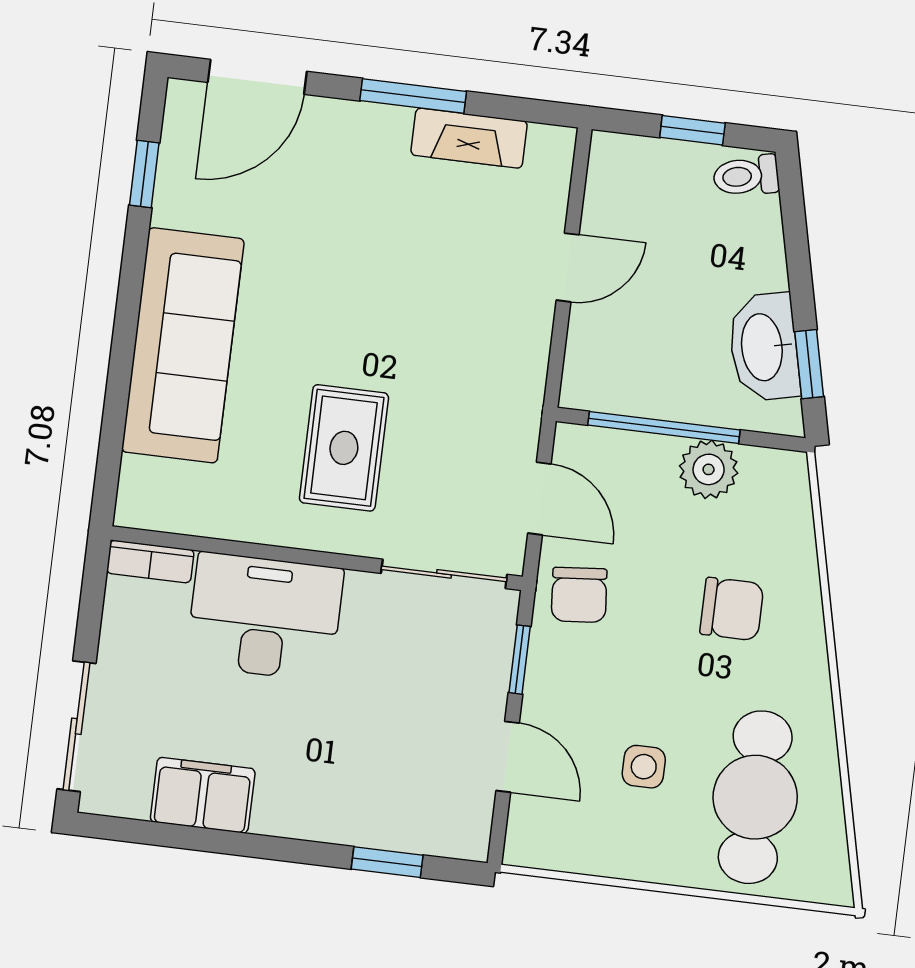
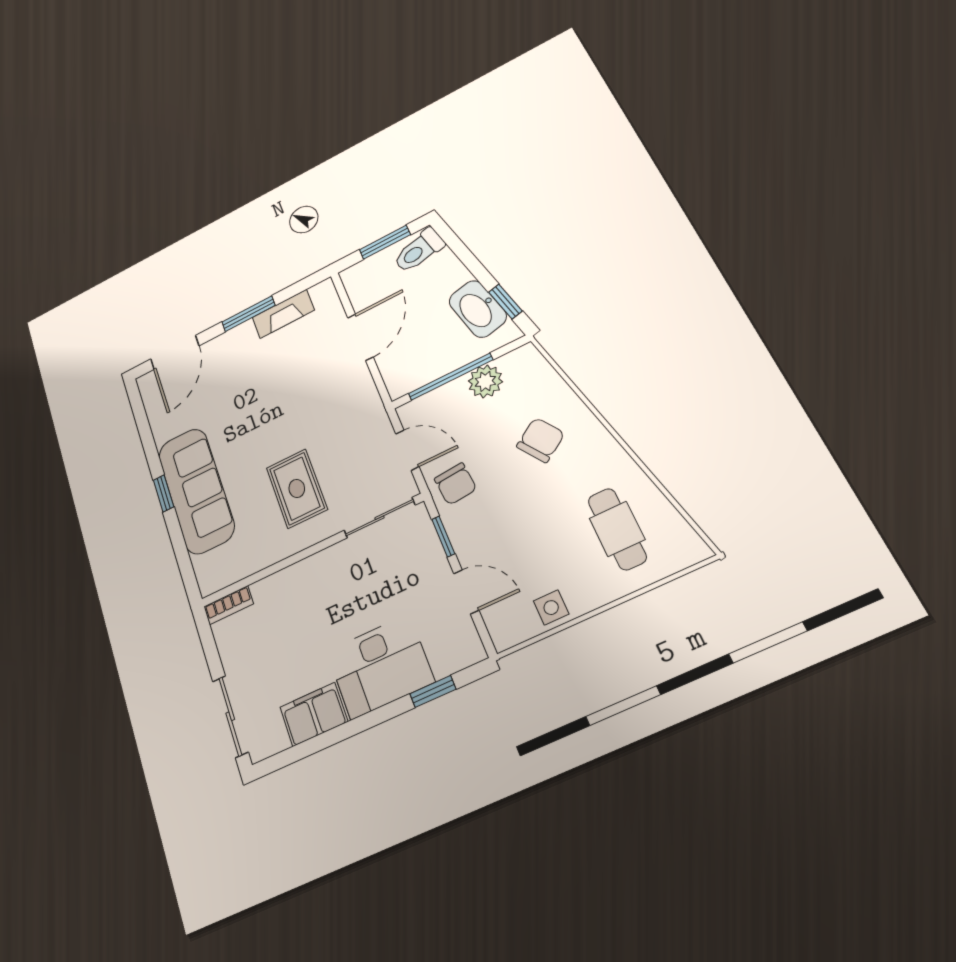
window: (692, 130) -> (385, 242), width x1.50
window: (144, 174) -> (164, 493), moved
toilet: (746, 176) -> (419, 251), width x1.37, depth x1.39
door: (568, 267) -> (360, 337), width x1.38
chair: (732, 609) -> (541, 440), turned -34
desk: (265, 617) -> (380, 666), moved, turned 180
side table: (644, 767) -> (551, 608), moved
cafe table: (755, 797) -> (617, 529), width x0.73, depth x0.74

